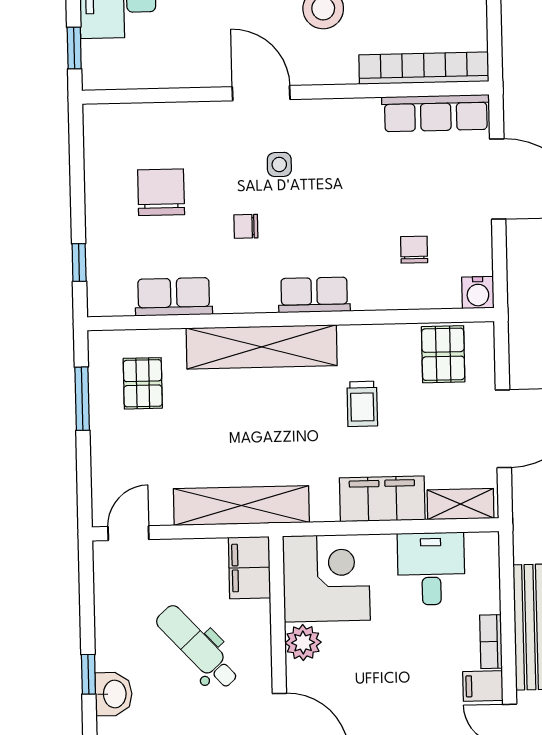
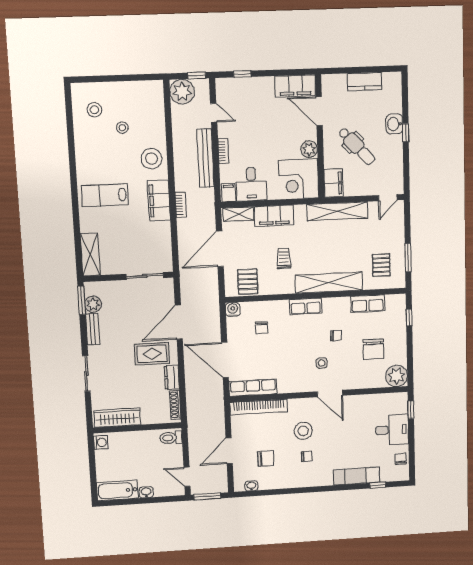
plant: (108, 128) -> (396, 376), added
filing cabinet: (483, 686) -> (229, 193), moved, turned -90

